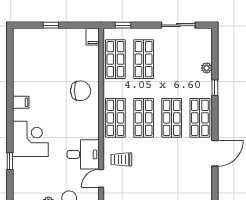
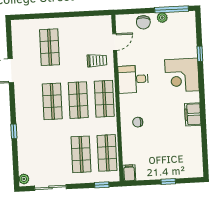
plant: (207, 68) -> (24, 179), moved
chair: (81, 91) -> (138, 122), width x0.54, depth x0.54
filing cabinet: (21, 102) -> (193, 114), width x2.00
shop shelf: (200, 118) -> (50, 47), moved
desk: (83, 154) -> (133, 79), moved

